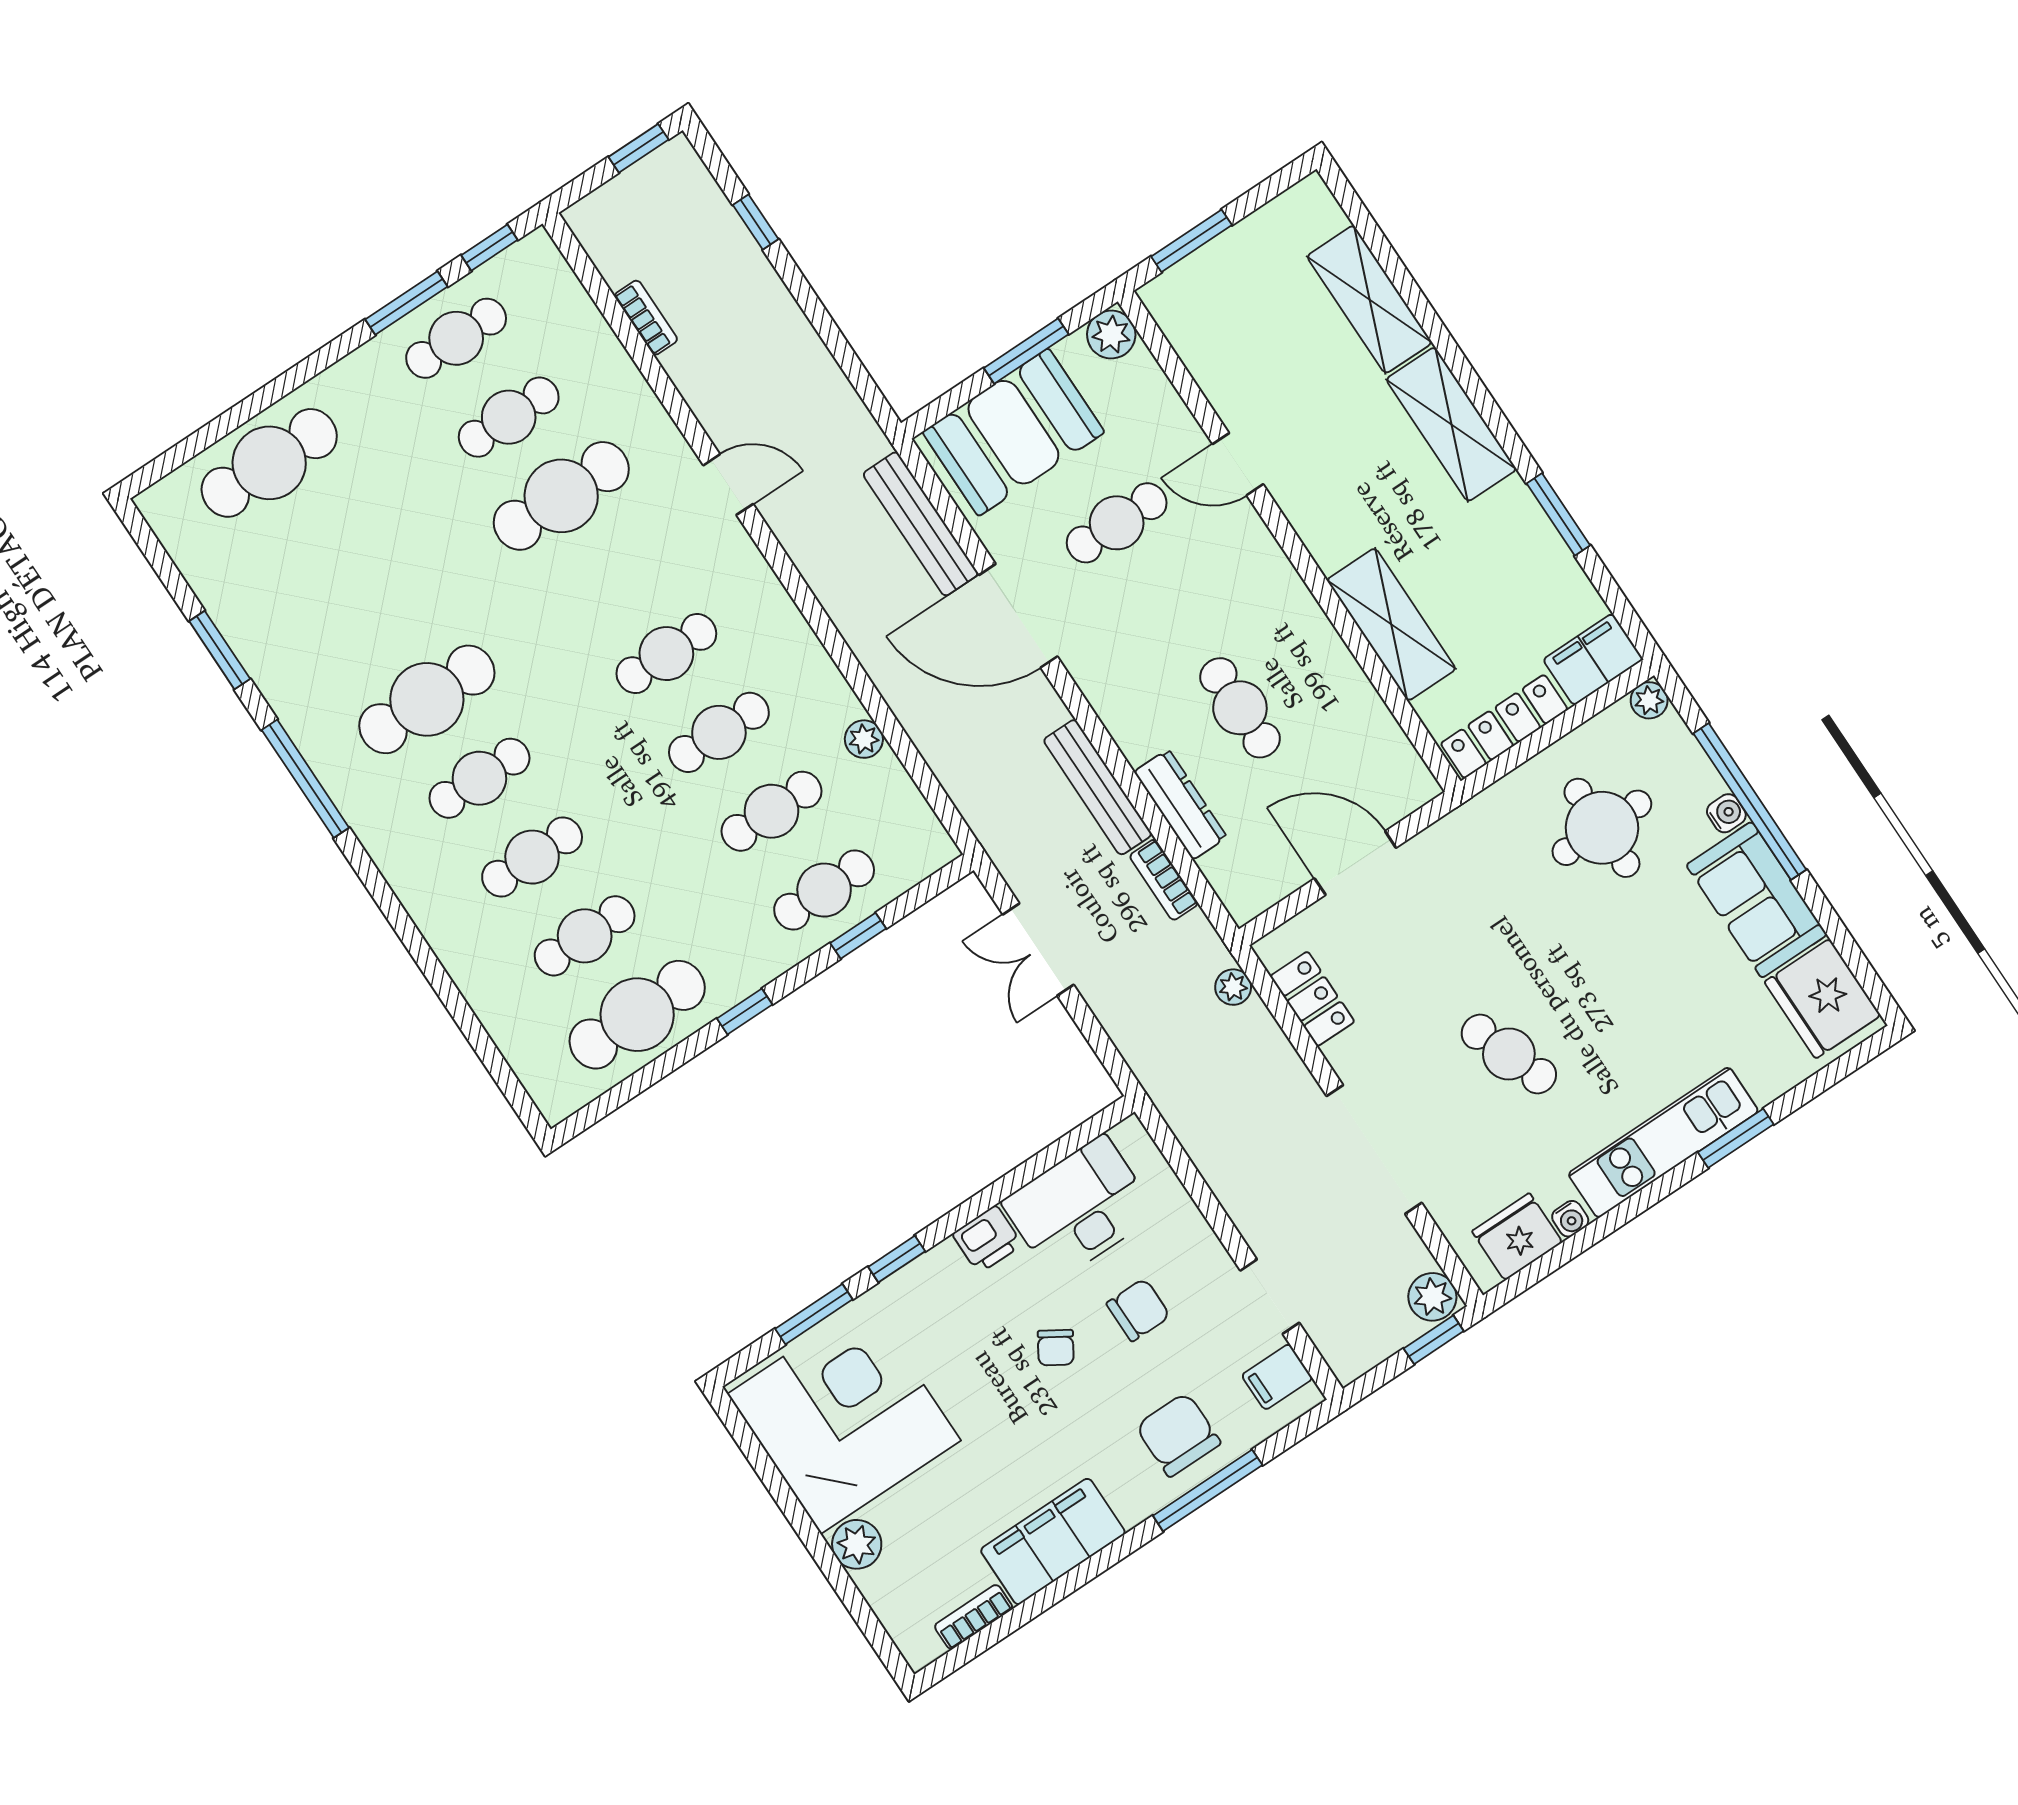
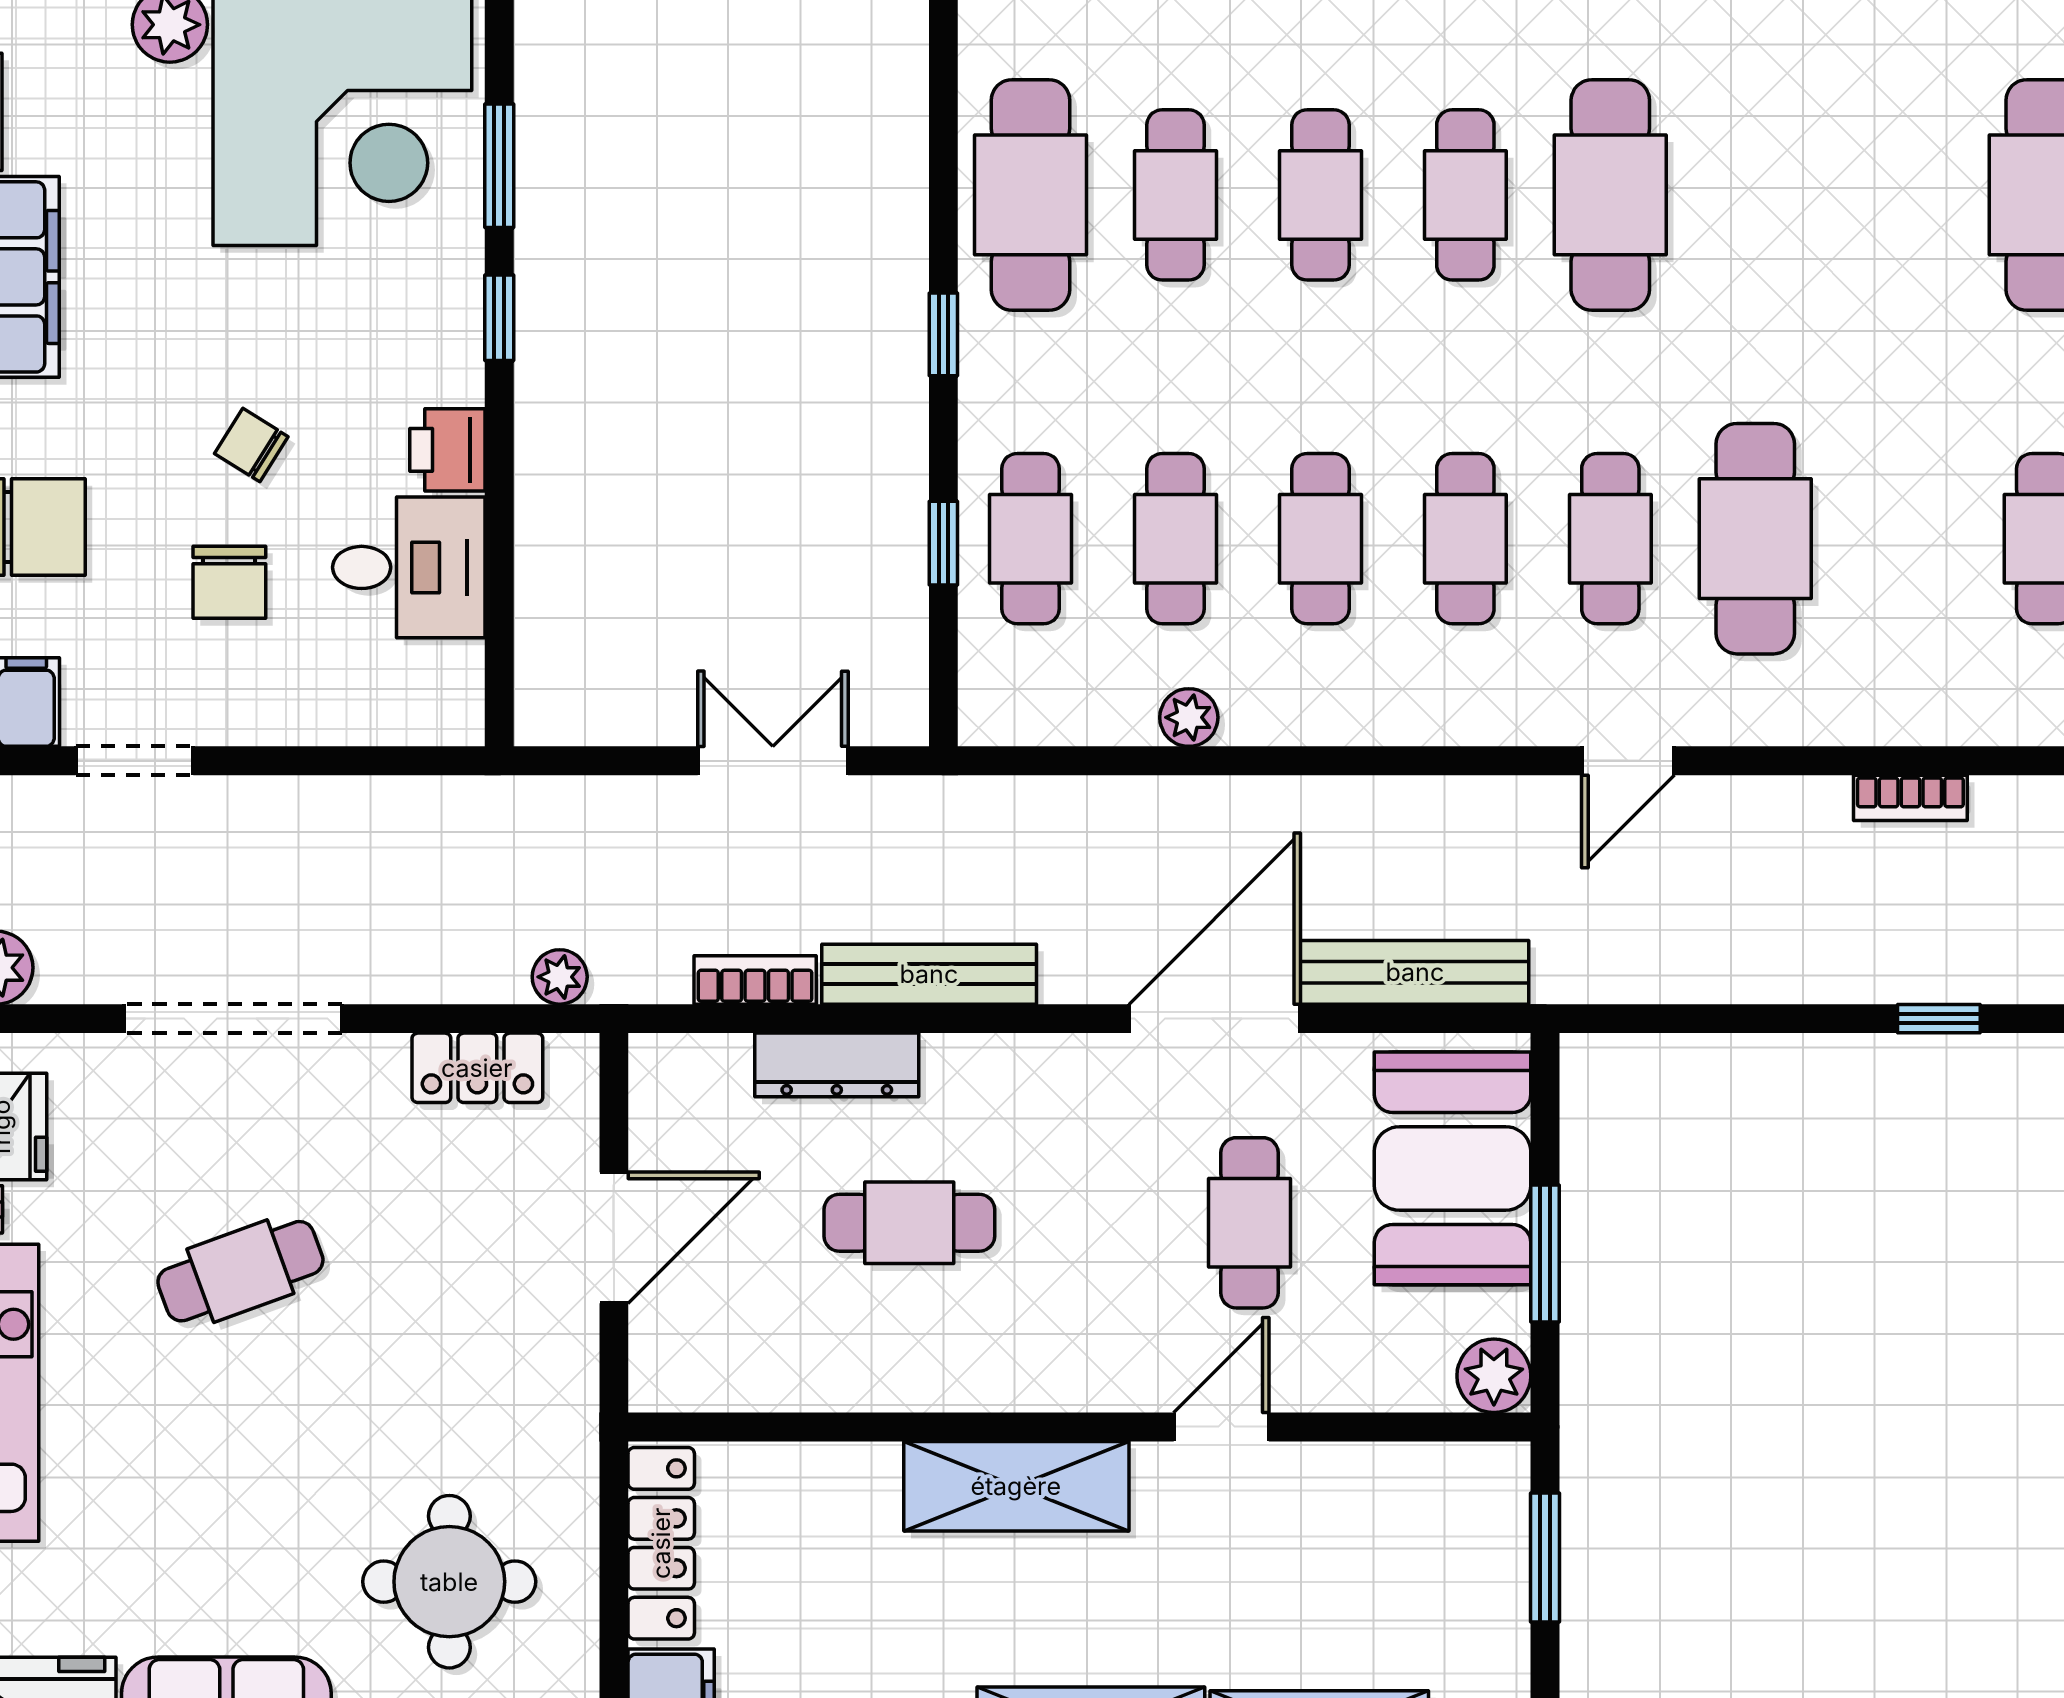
cafe table: (509, 417) -> (1610, 539), moved
shelving: (1391, 624) -> (1016, 1486), moved
desk: (1079, 1208) -> (409, 567), width x0.73

